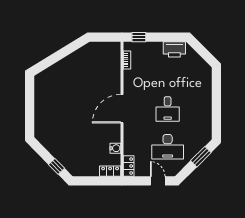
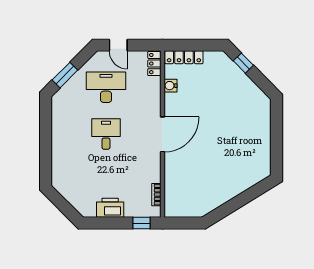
printer: (174, 49) -> (110, 208), moved
locker: (110, 171) -> (184, 57), width x1.53

